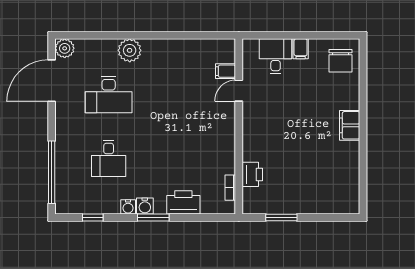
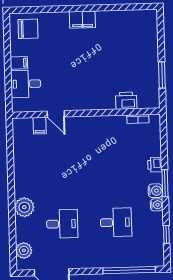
plant: (65, 48) -> (24, 250), moved
desk: (109, 95) -> (62, 224), width x0.73
printer: (183, 202) -> (155, 165), width x0.53, depth x0.68

